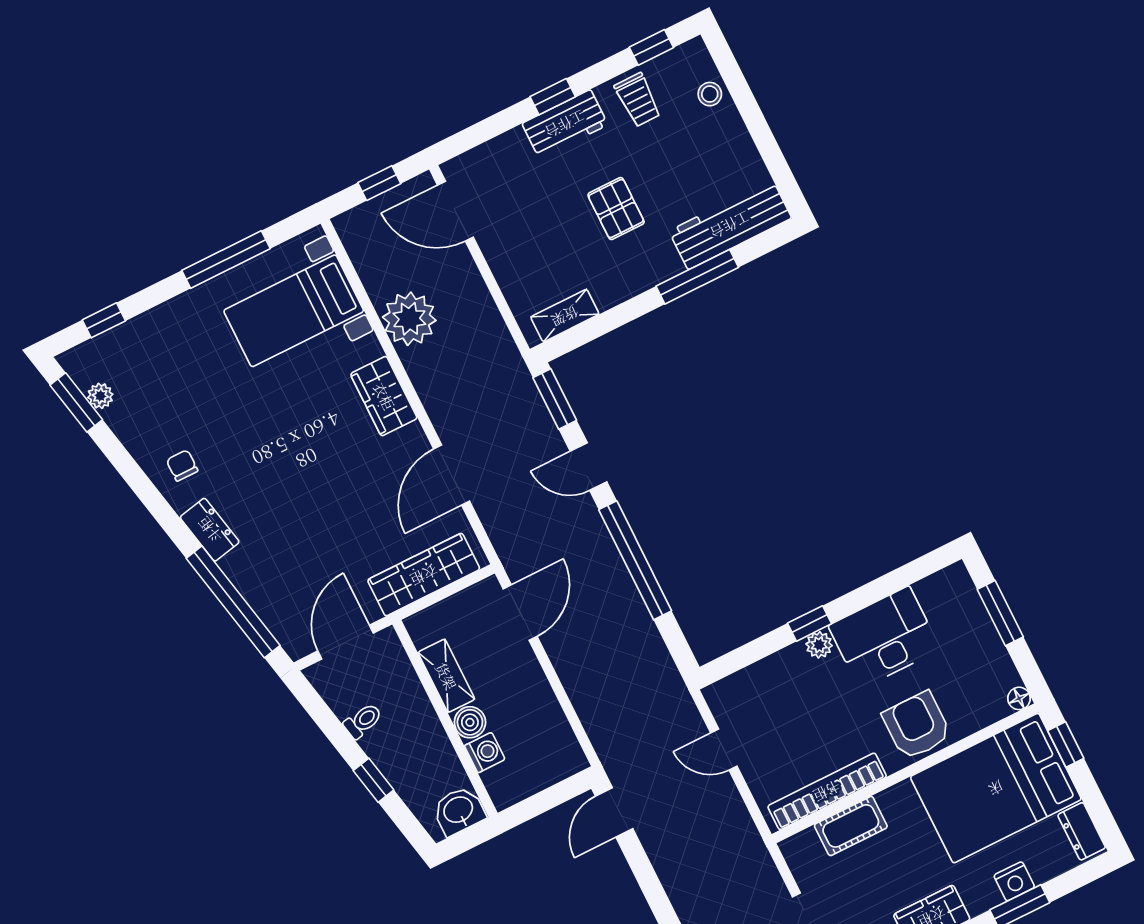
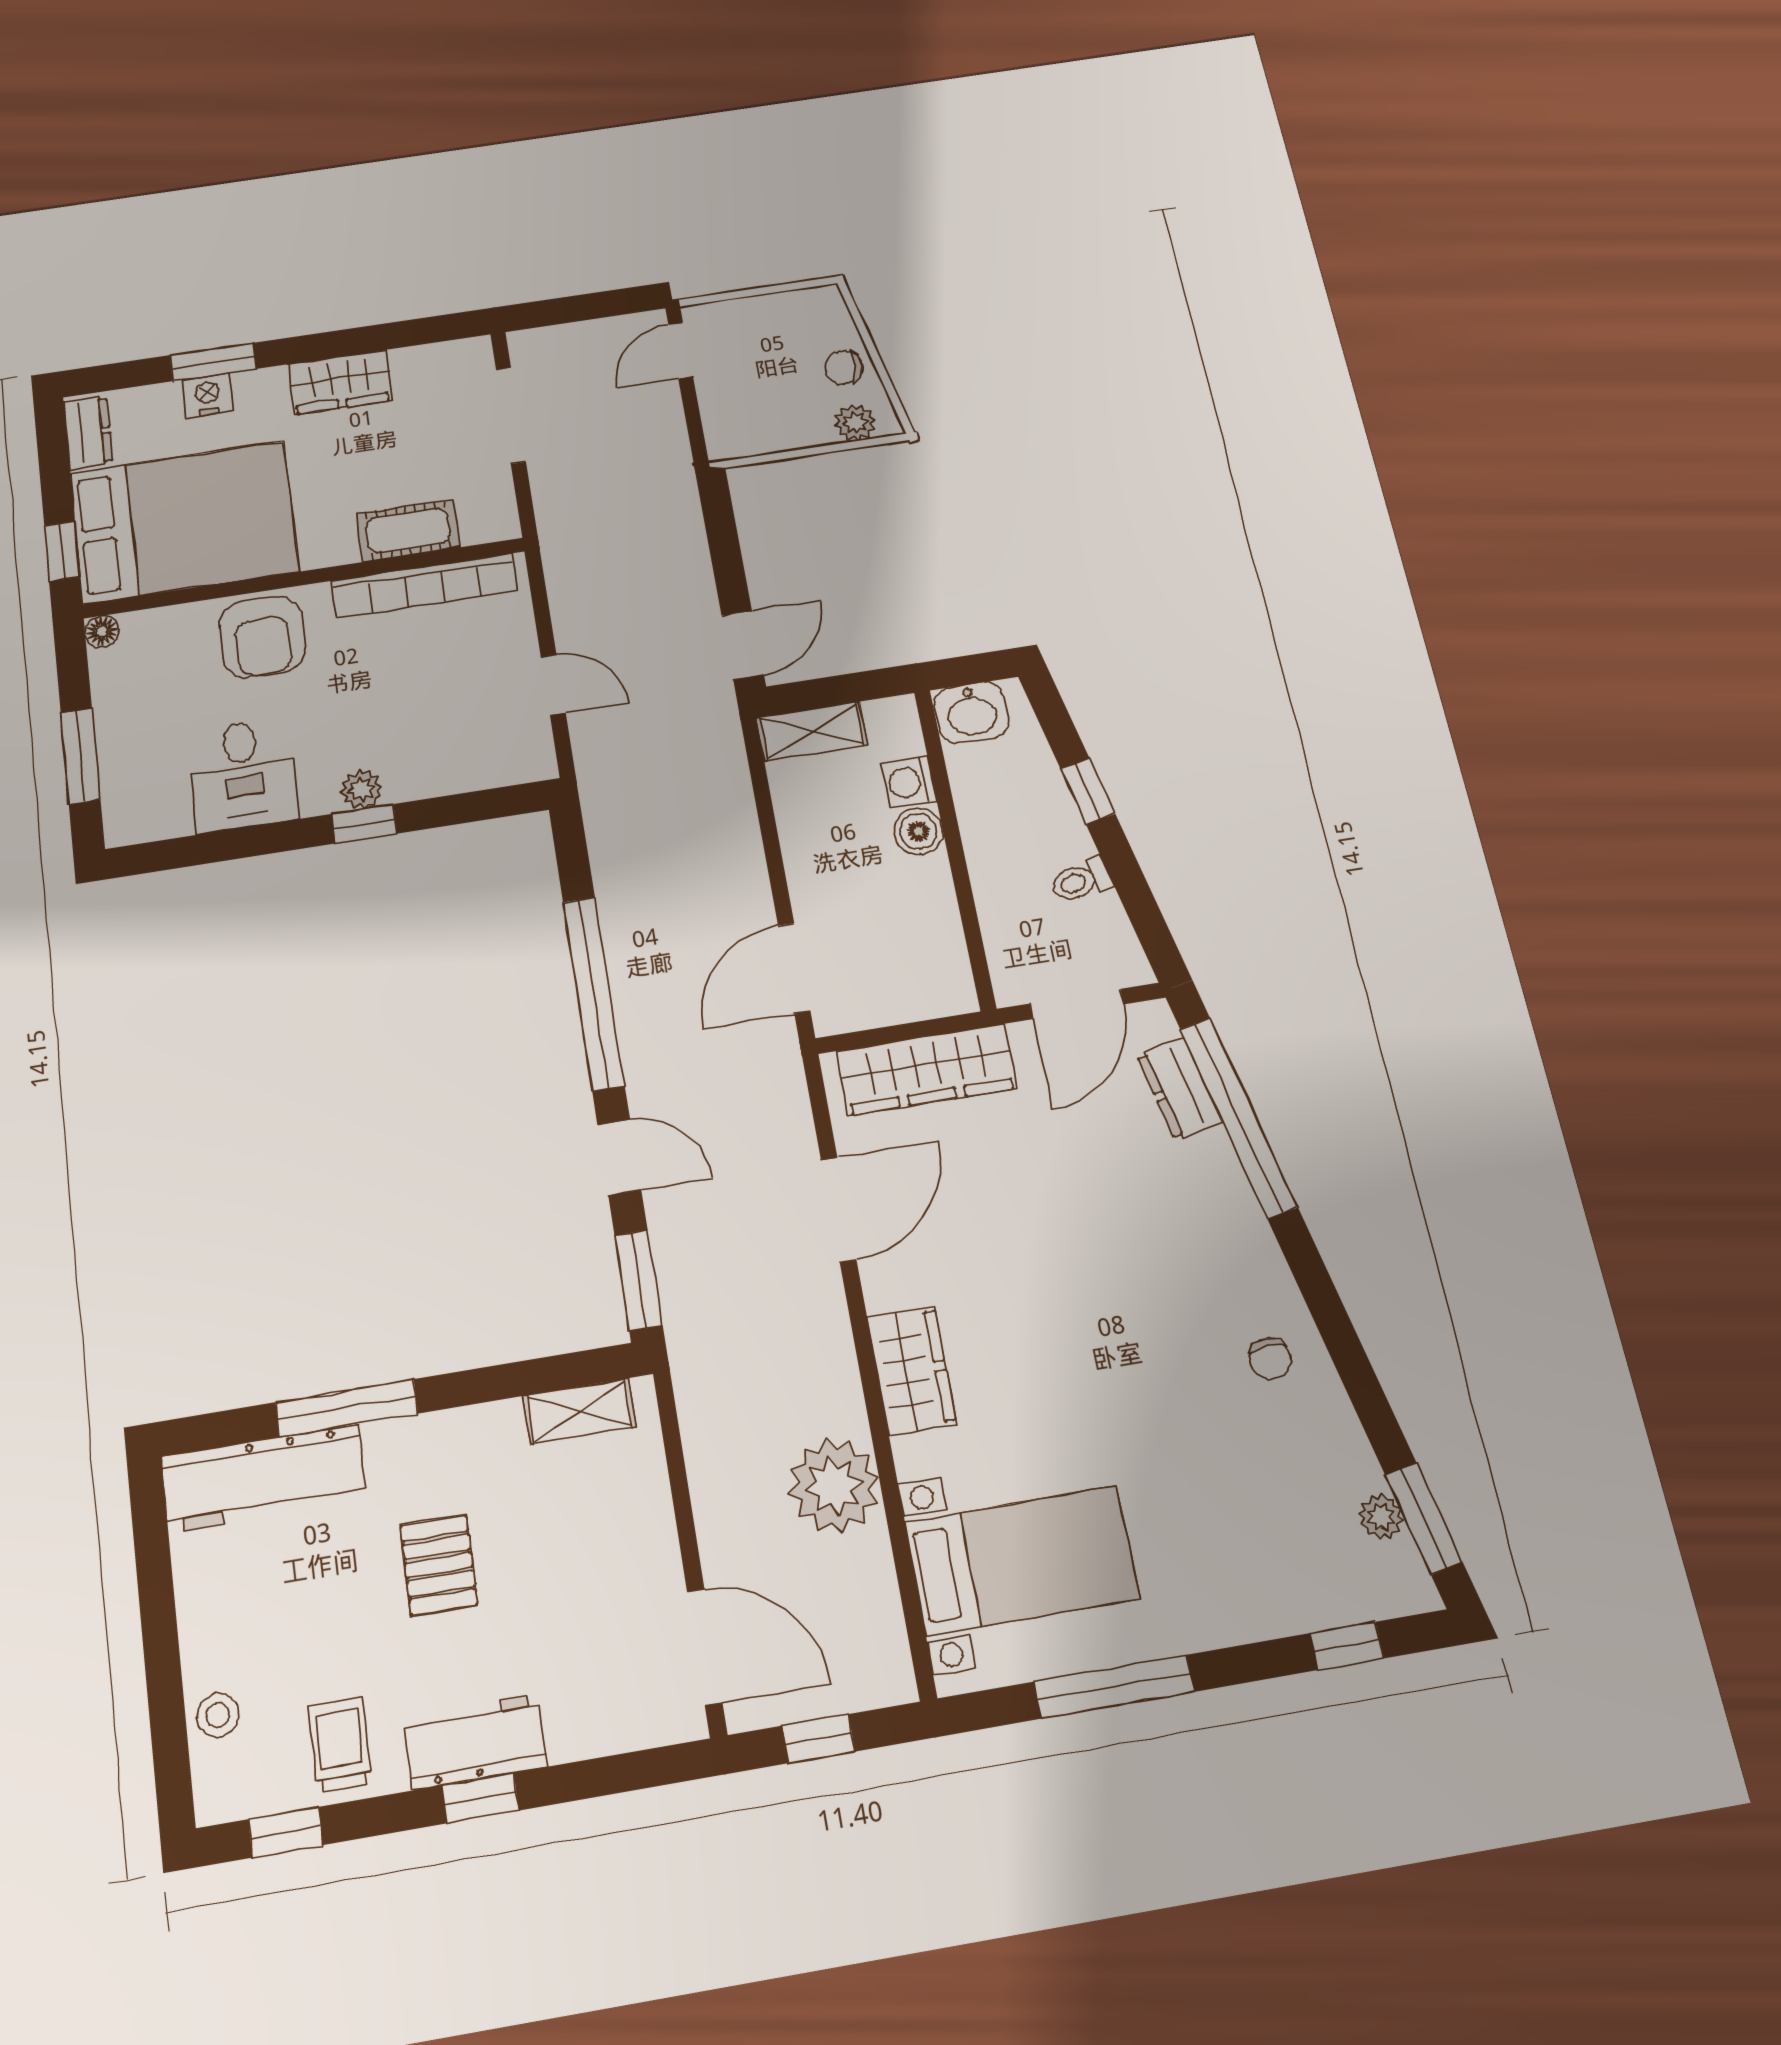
dresser: (210, 530) -> (1179, 1088), moved
desk: (884, 638) -> (243, 775), width x0.73
shelving: (446, 676) -> (812, 731), moved, turned 90

